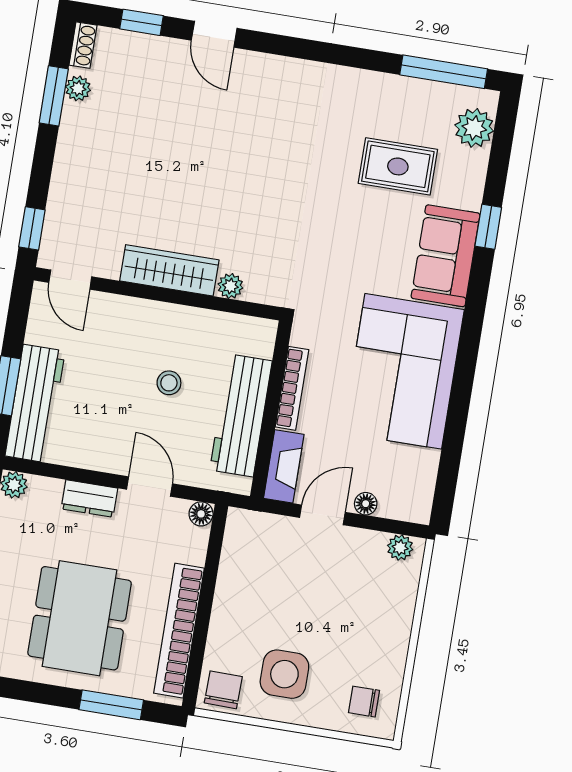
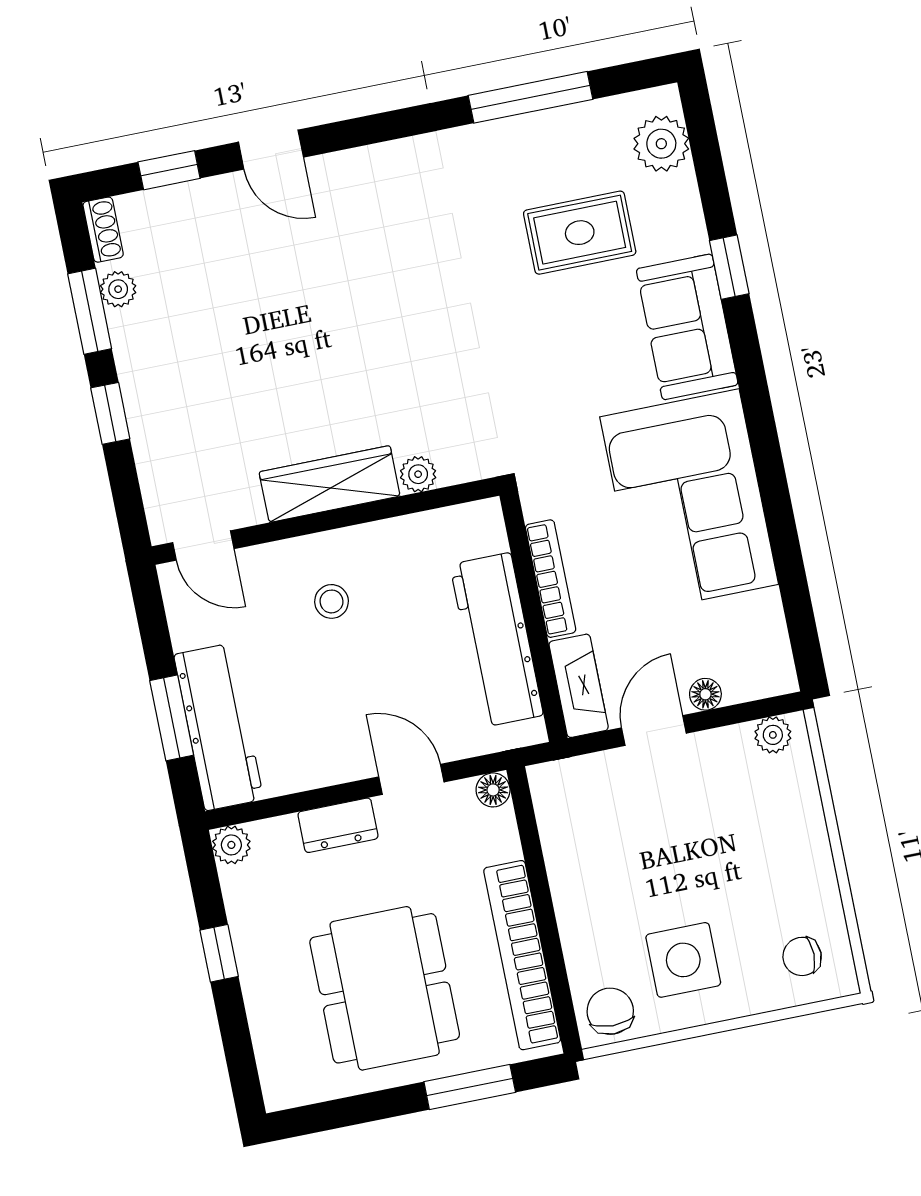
window: (444, 72) -> (531, 97), moved
window: (32, 228) -> (110, 413), moved
stool: (169, 383) -> (332, 601), moved

